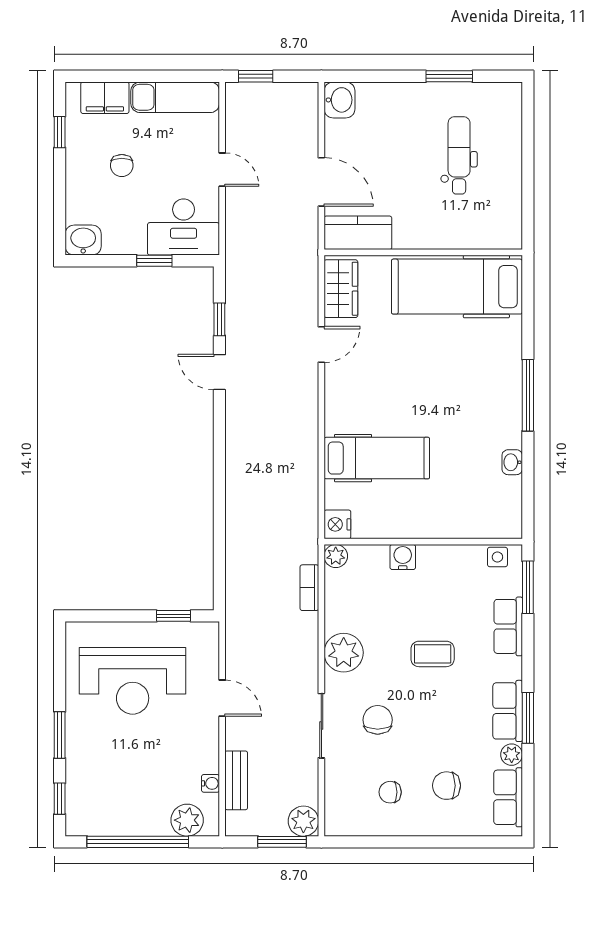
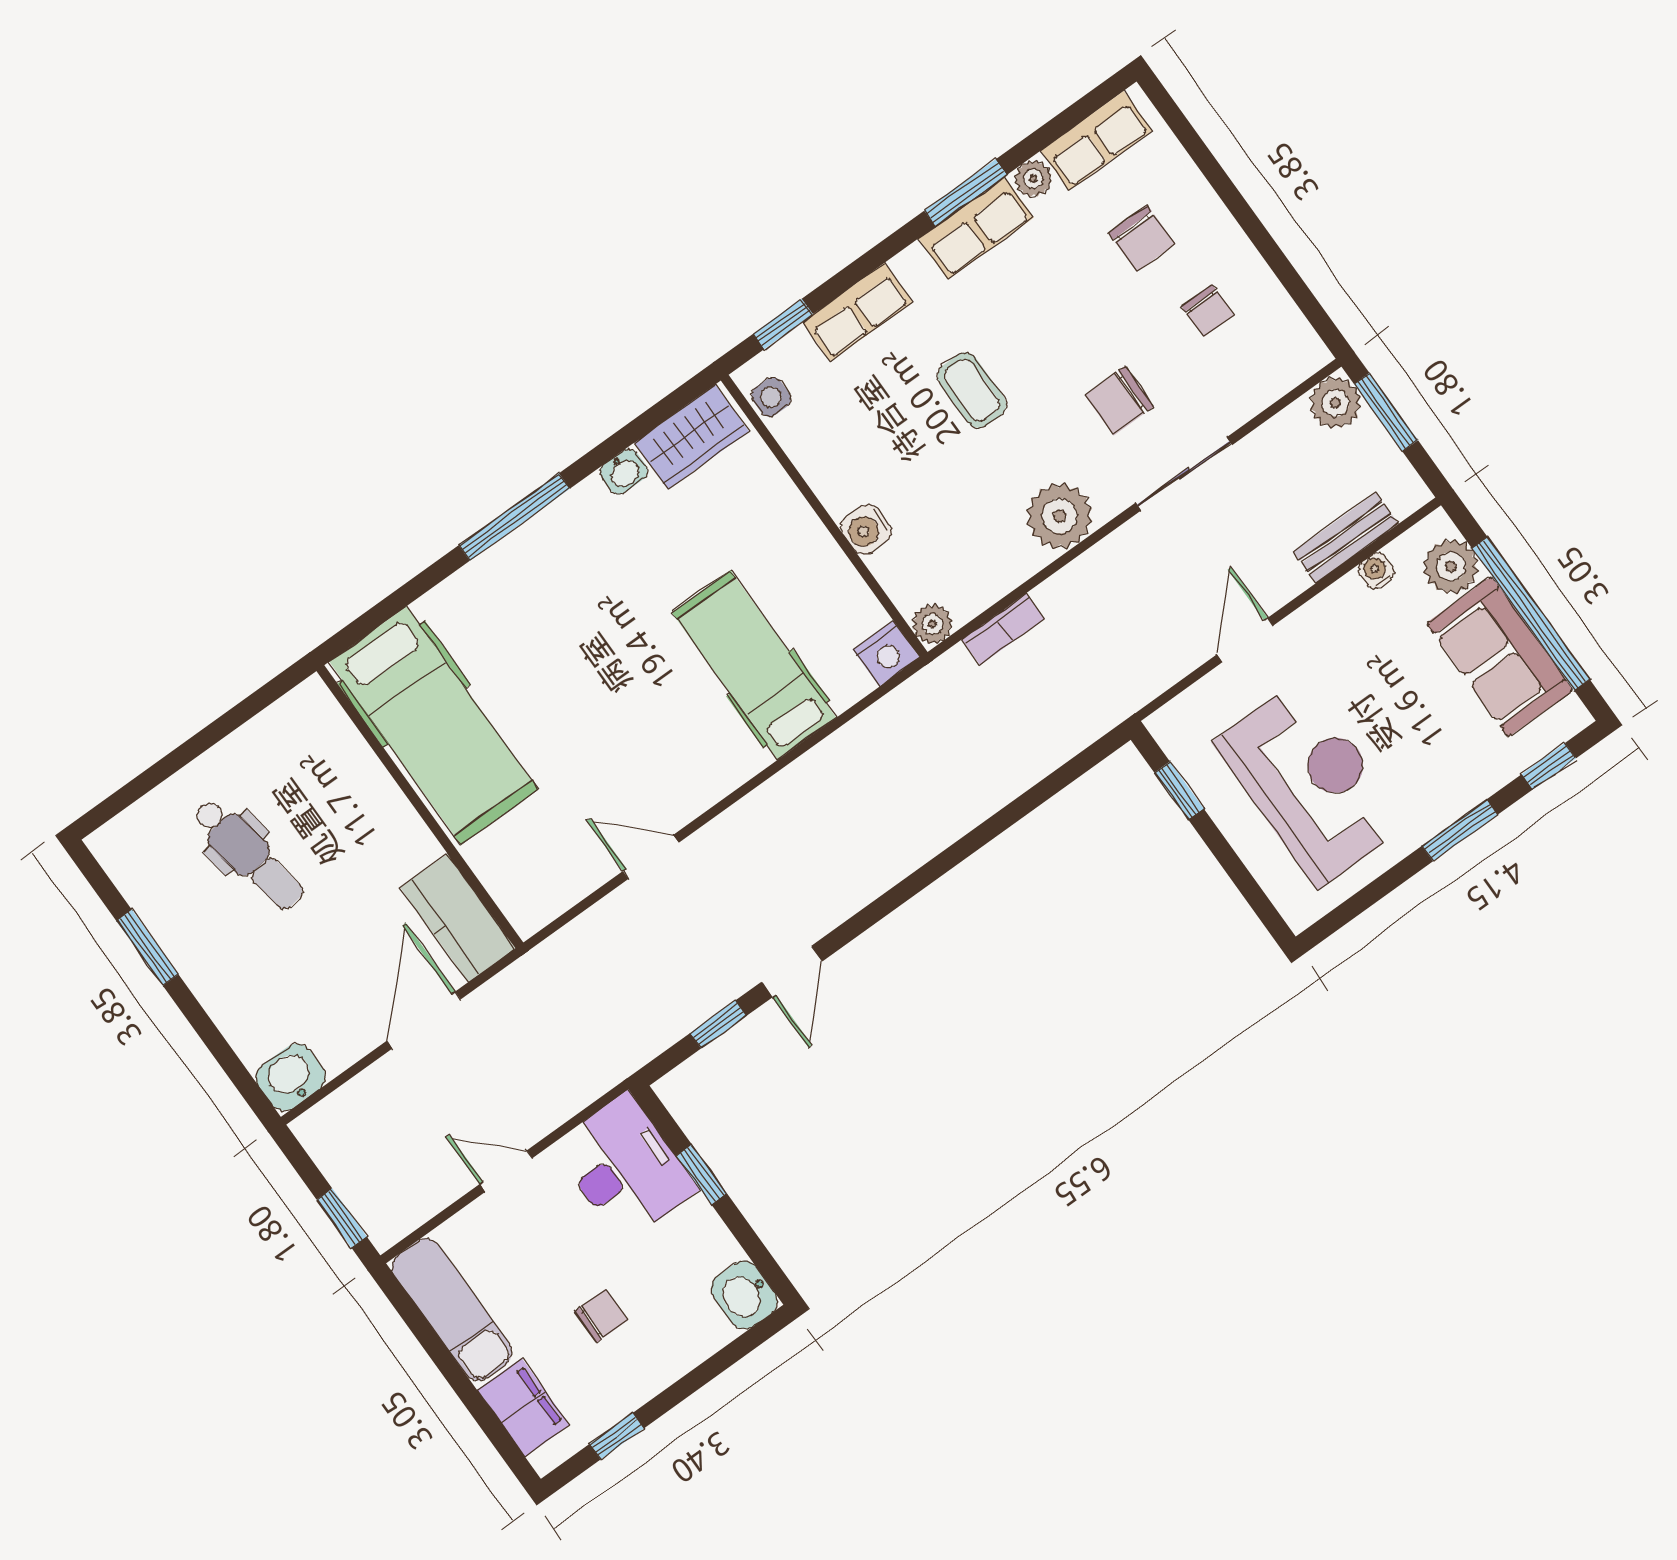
dental chair: (459, 155) -> (248, 854), turned -99
door: (222, 170) -> (506, 1171), hinge flipped
wardrobe: (341, 289) -> (692, 437), moved, turned 180
window: (528, 587) -> (783, 324), width x0.67
sofa: (128, 813) -> (1500, 657), added

